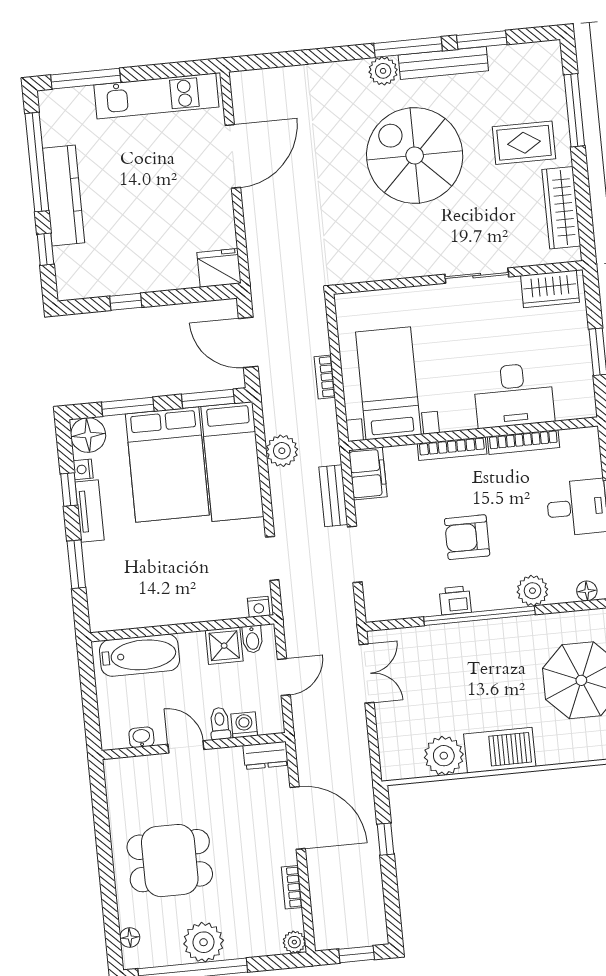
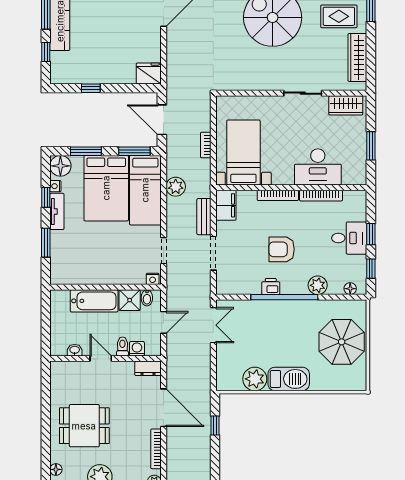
bathtub: (140, 655) -> (94, 301), moved
bookcase: (292, 887) -> (156, 449), width x1.56

